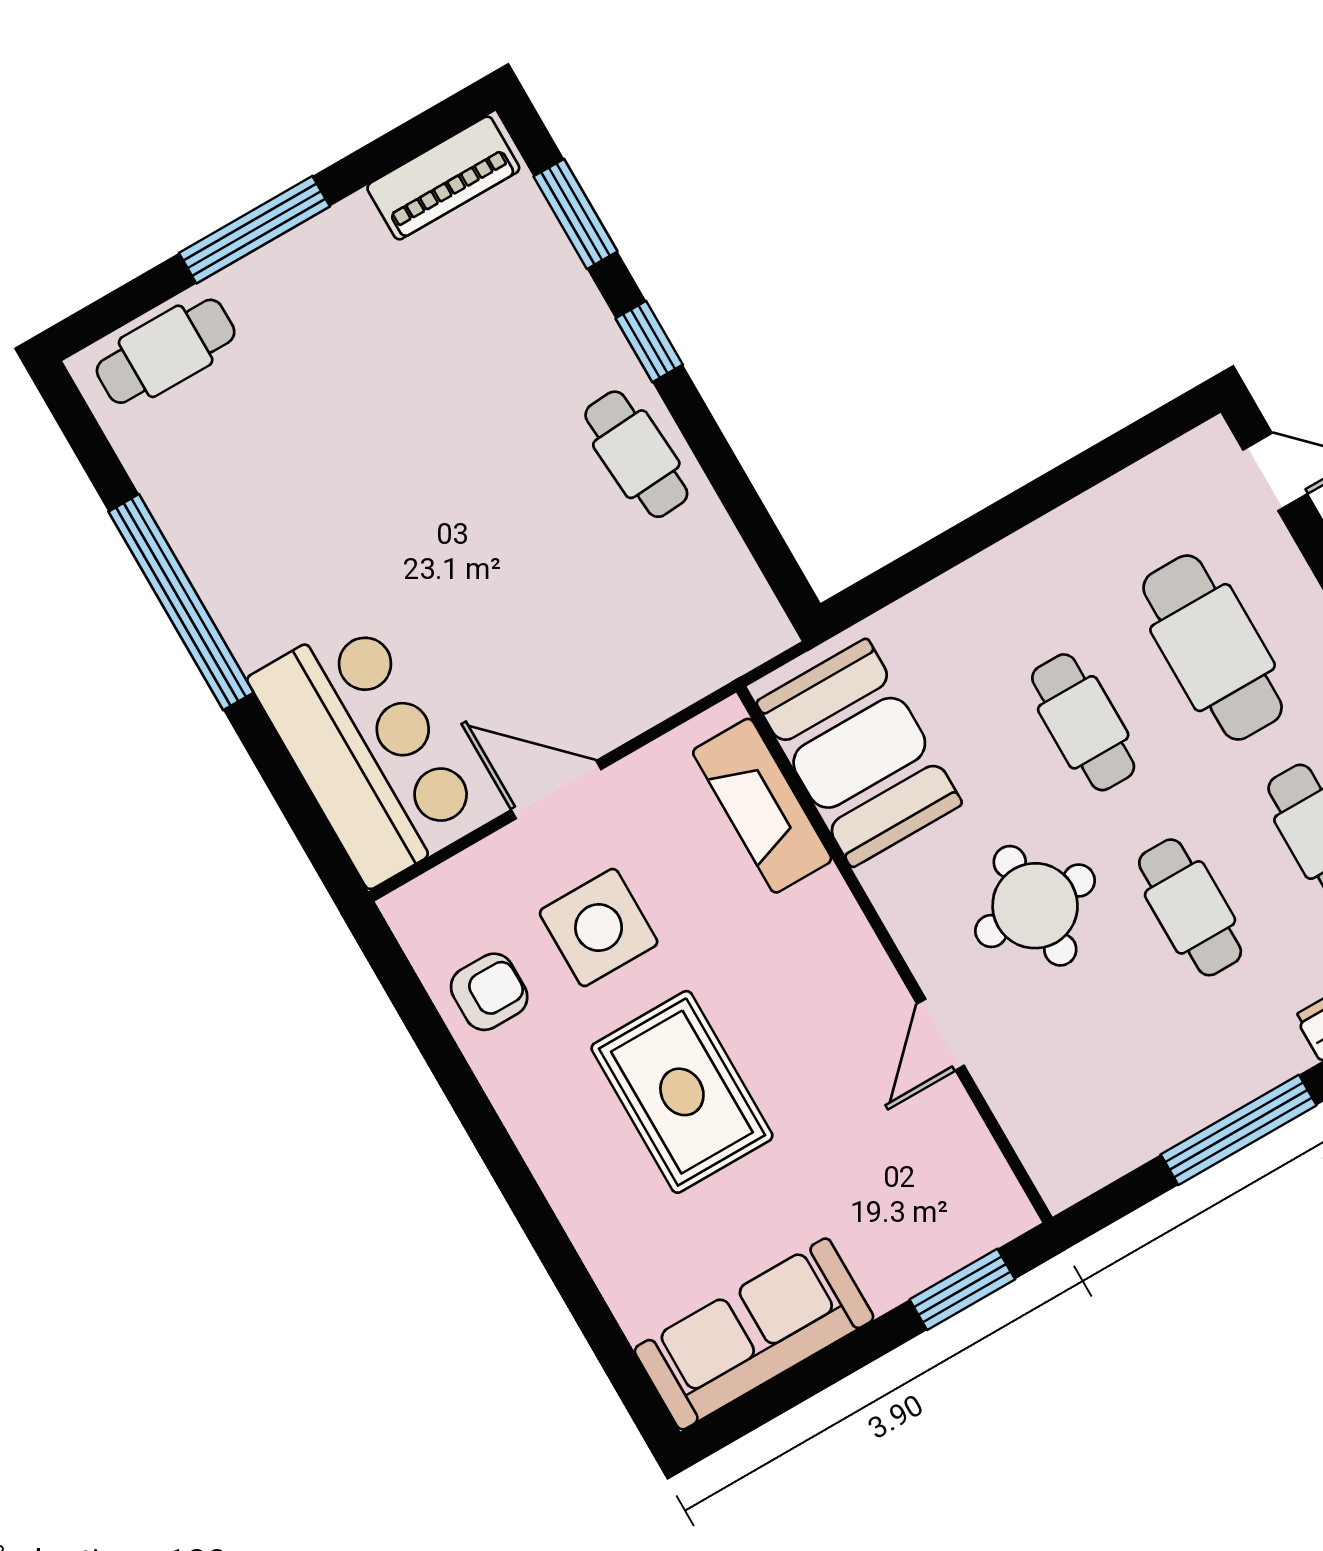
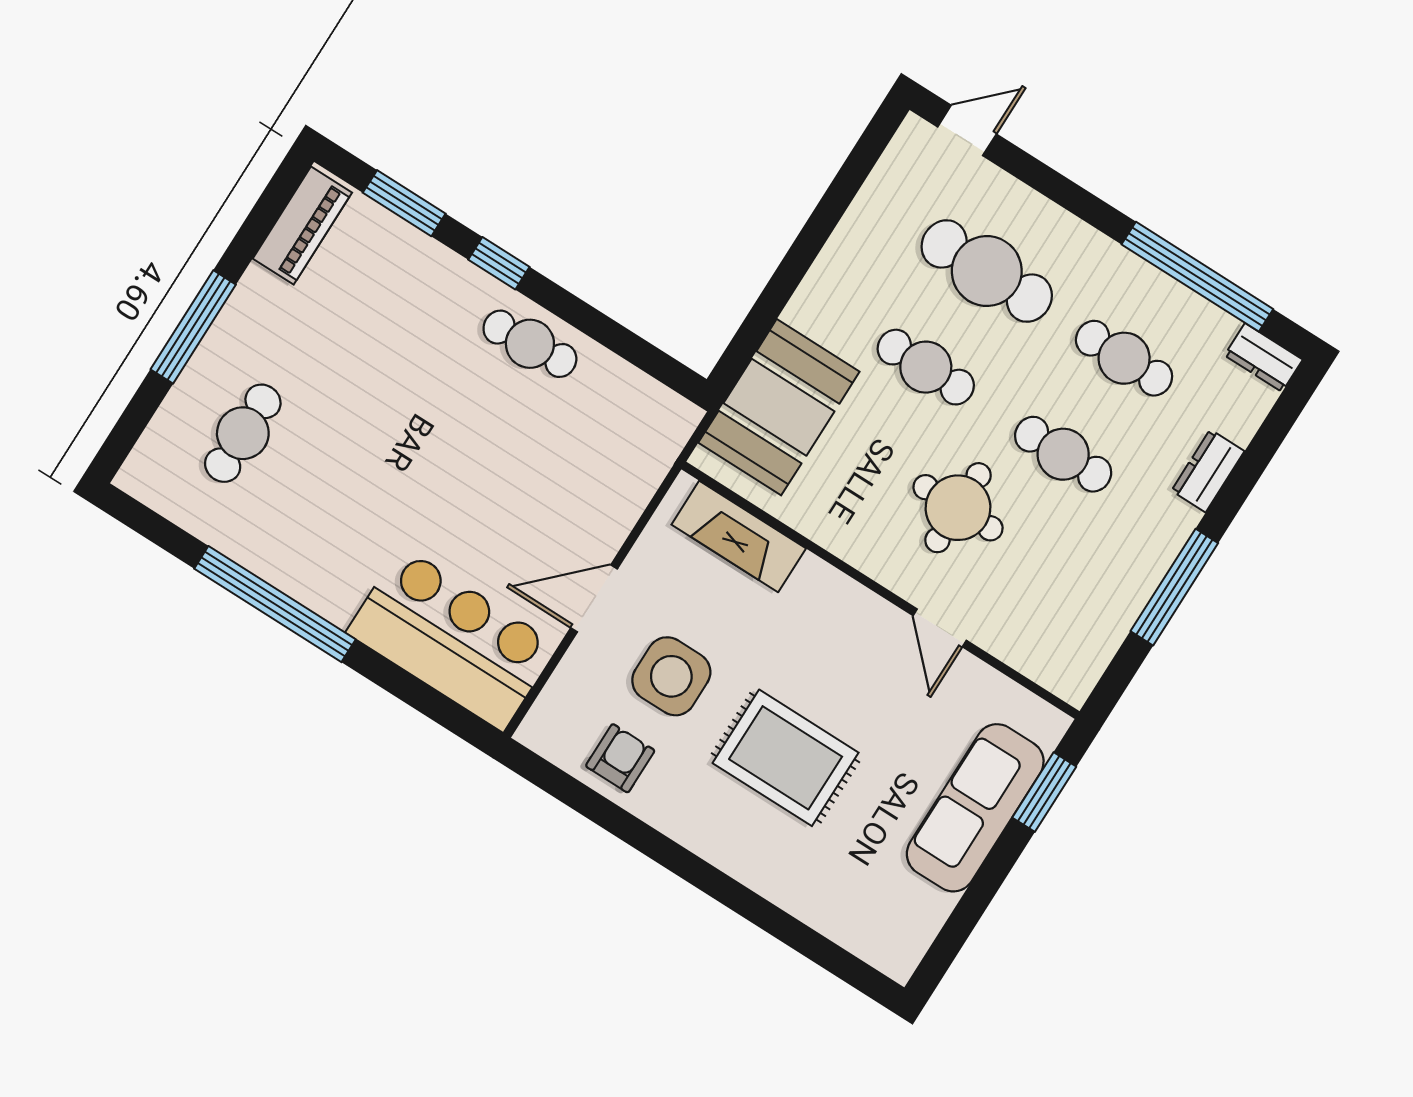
cafe table: (166, 351) -> (243, 433), moved
booth: (859, 753) -> (779, 407), moved, turned 90
sofa: (754, 1334) -> (975, 808), moved

